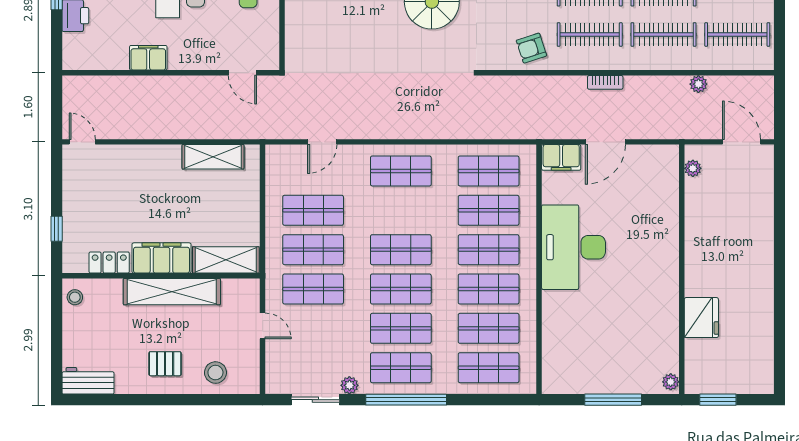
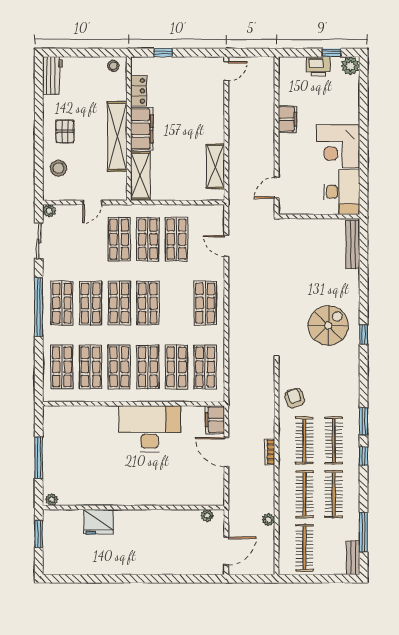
plant: (349, 385) -> (49, 211), moved

